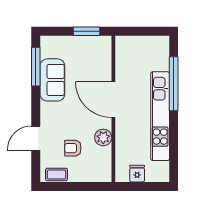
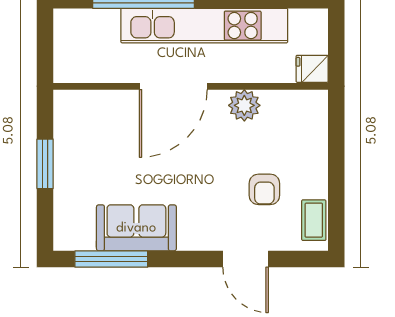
door: (113, 100) -> (173, 86), moved
wall: (113, 109) -> (191, 86), moved
plant: (103, 137) -> (244, 105), moved

